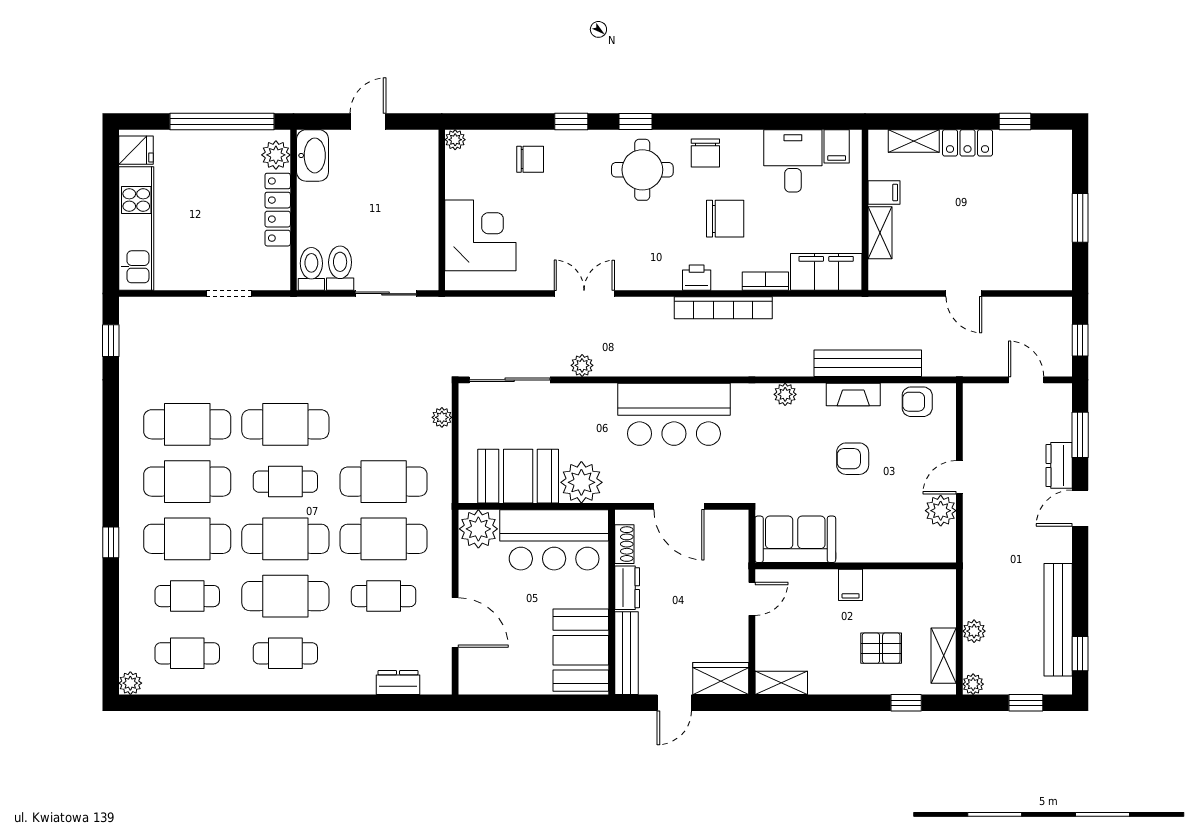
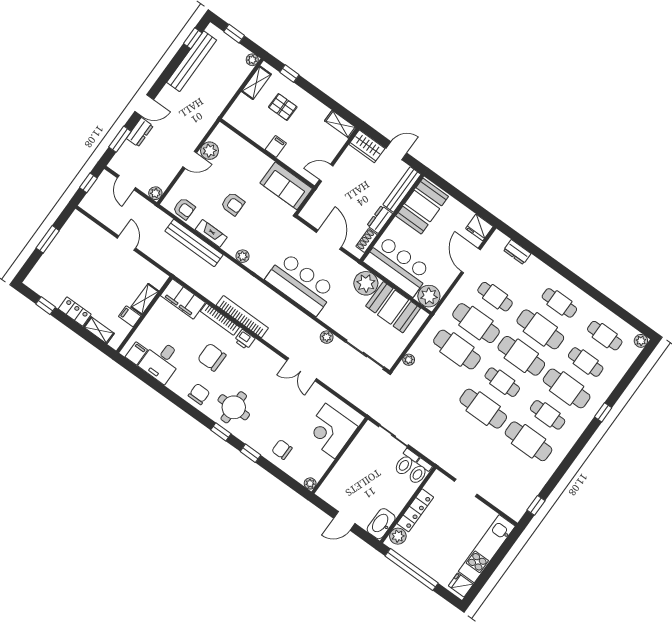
bookcase: (765, 281) -> (220, 319), width x1.56
cafe table: (187, 482) -> (548, 415), width x0.73, depth x0.74
plant: (974, 631) -> (155, 193), moved
fridge: (477, 679) -> (479, 227), added

